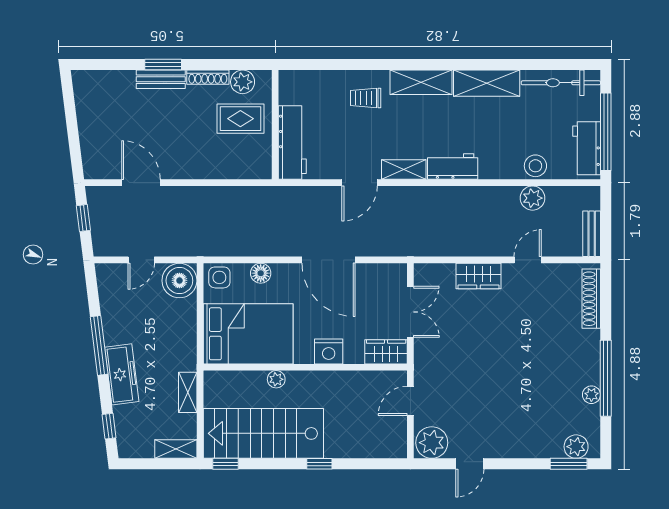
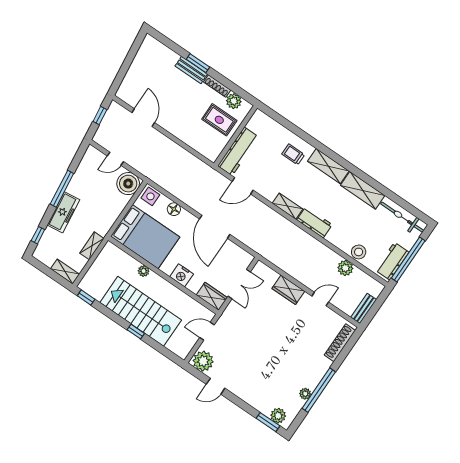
door: (360, 183) -> (243, 186), moved
stairs: (263, 433) -> (141, 311), moved

